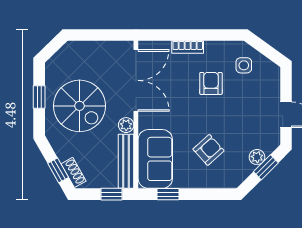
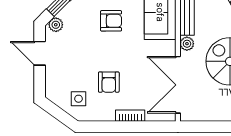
armchair: (208, 150) -> (111, 21), turned -138
plant: (257, 157) -> (56, 25), moved

